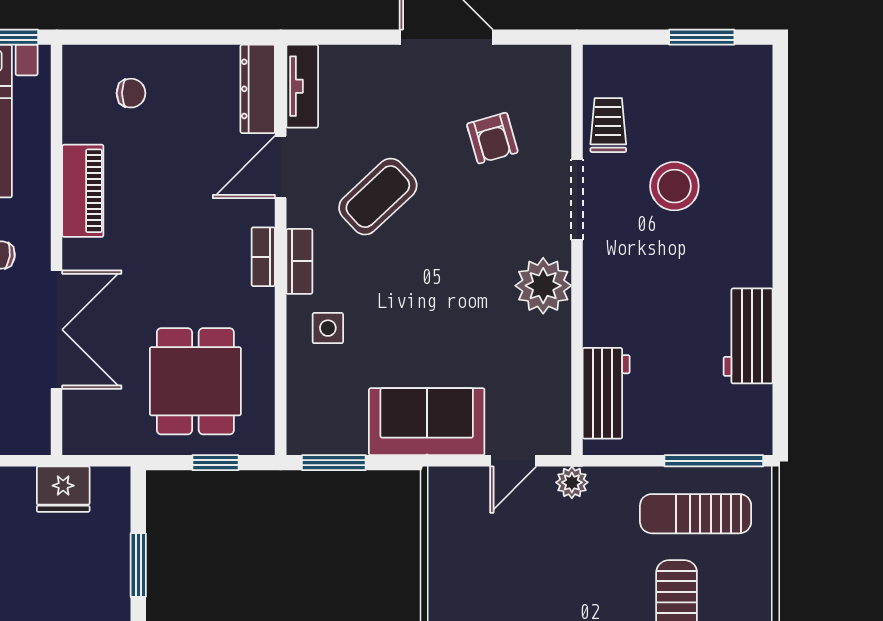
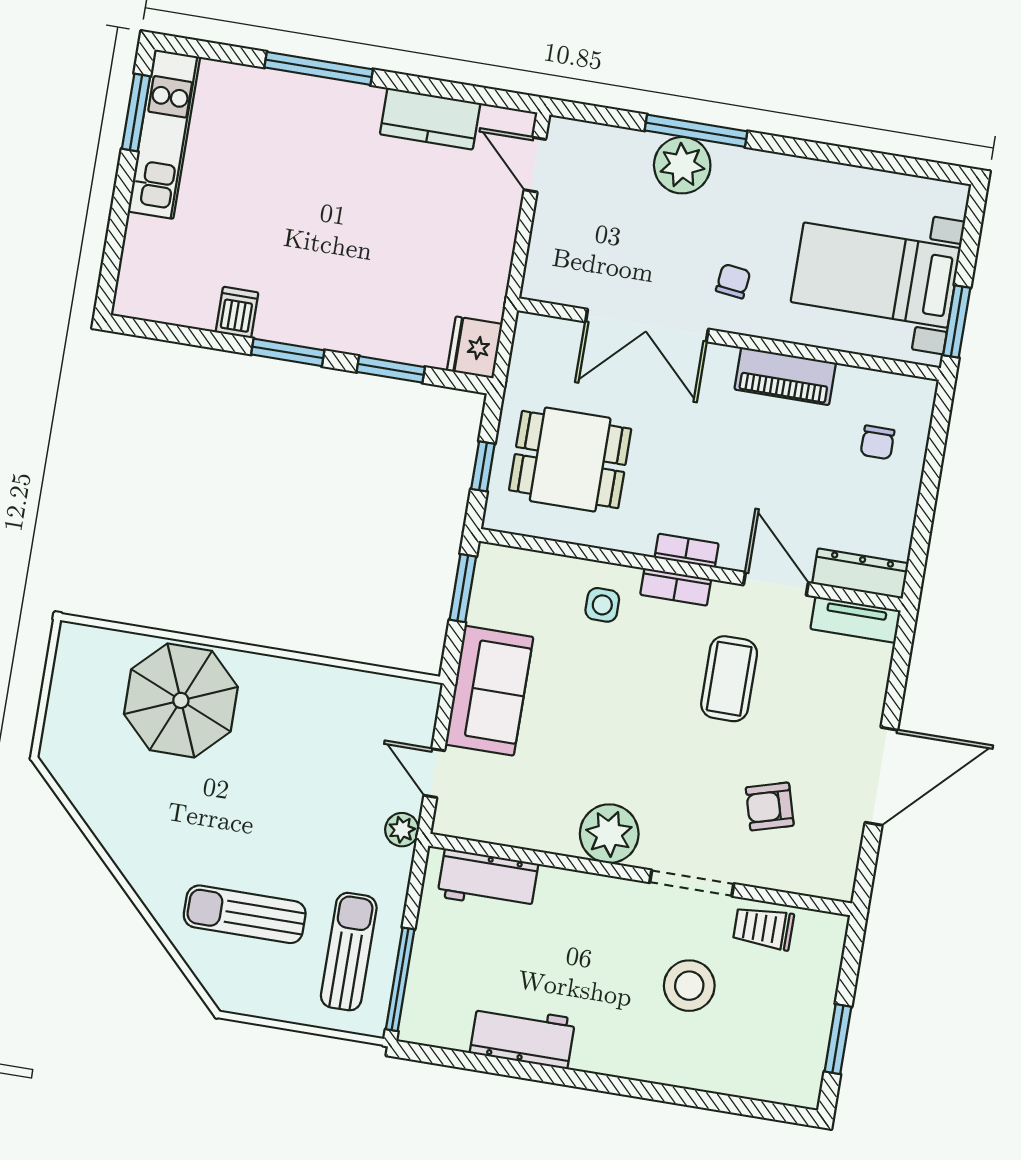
trolley: (608, 125) -> (763, 928), turned 180
coffee table: (378, 197) -> (729, 679), turned 43
fridge: (63, 489) -> (475, 347), moved

